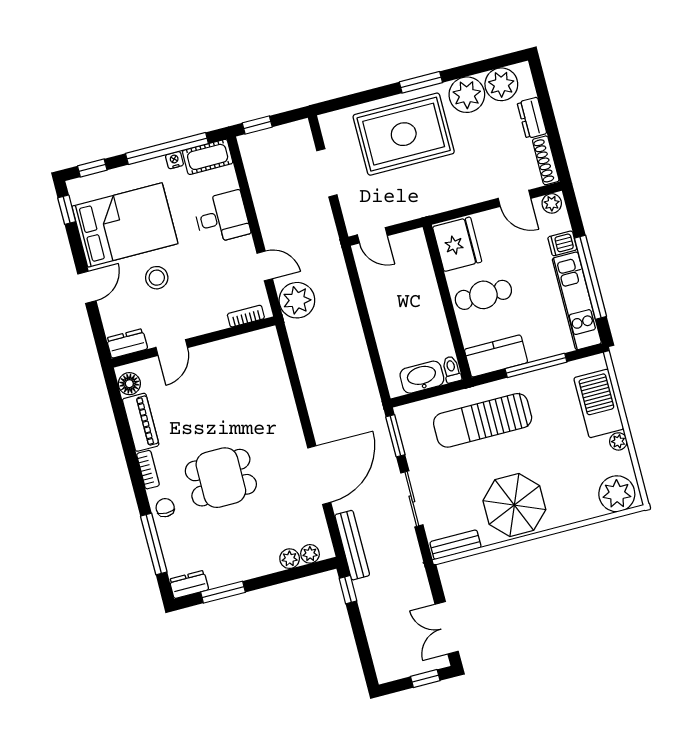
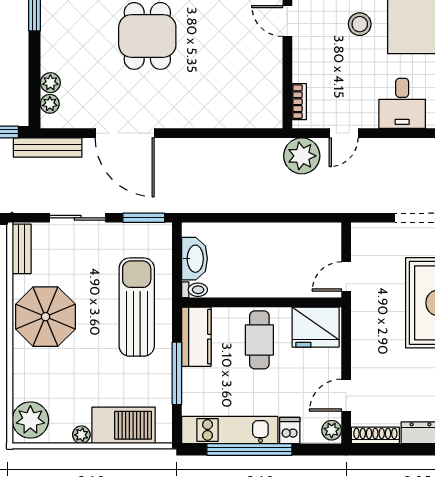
door: (372, 235) -> (346, 276), moved

